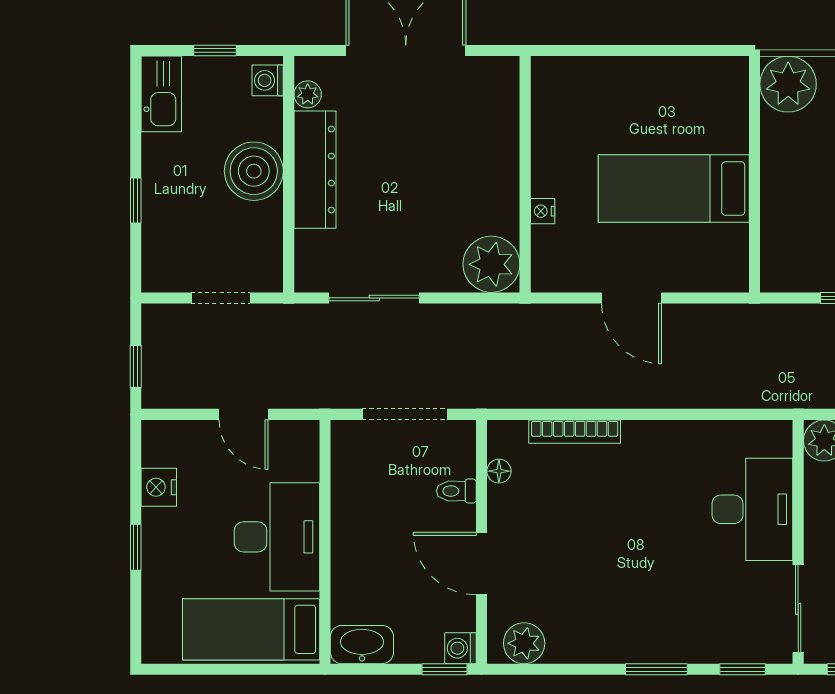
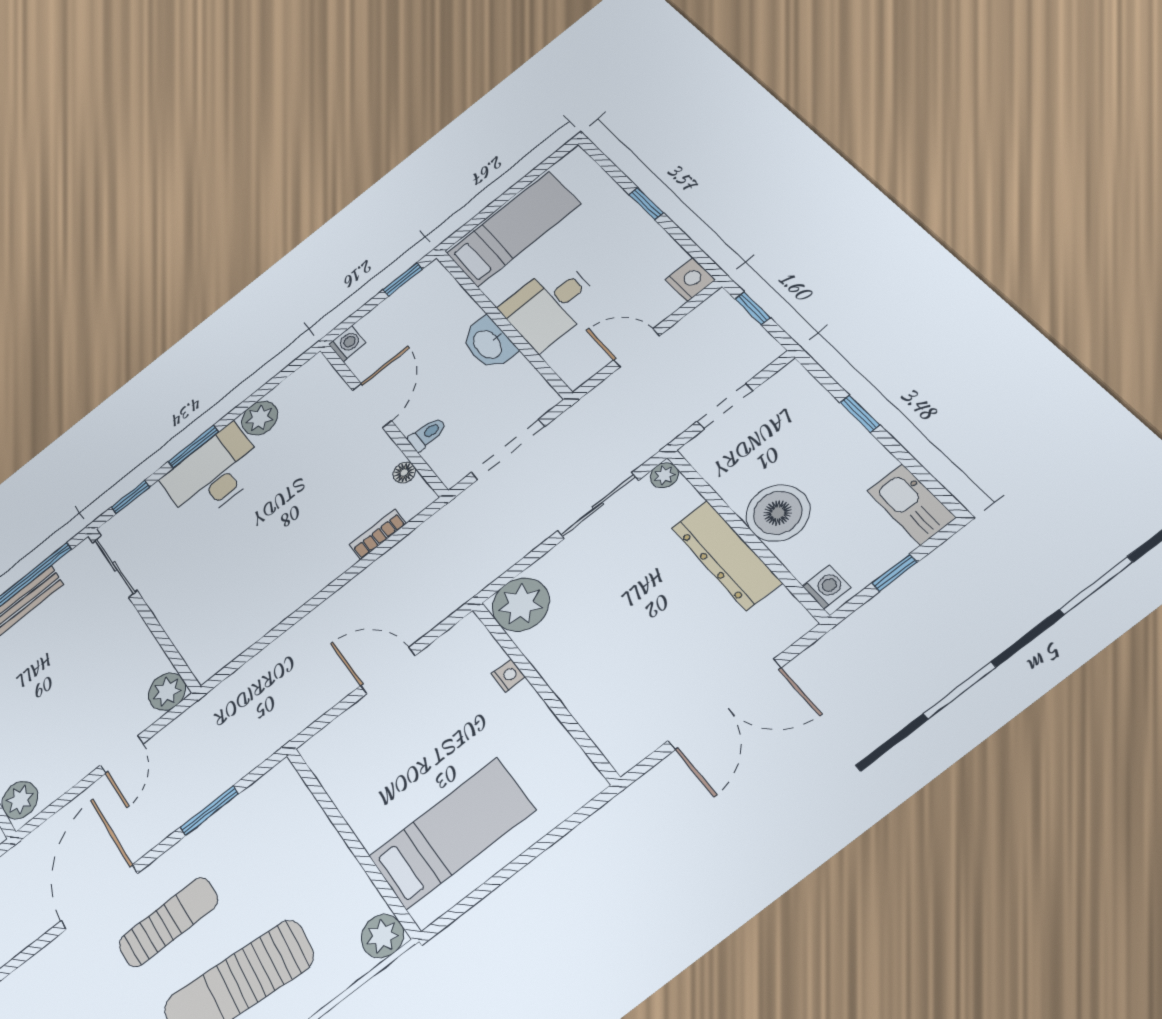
plant: (788, 84) -> (382, 936), width x0.73, depth x0.73
plant: (308, 94) -> (664, 475), moved
bed: (674, 189) -> (452, 833), moved
bookcase: (575, 432) -> (378, 534), width x0.64
nightstand: (159, 487) -> (690, 280), moved
desk: (752, 509) -> (213, 474), moved, turned 90
desk: (277, 537) -> (550, 305), width x0.73
door: (482, 564) -> (372, 405), hinge flipped
plant: (524, 643) -> (260, 418), moved
washbasin: (362, 645) -> (488, 344), moved, turned 90
window: (445, 669) -> (403, 279), moved

